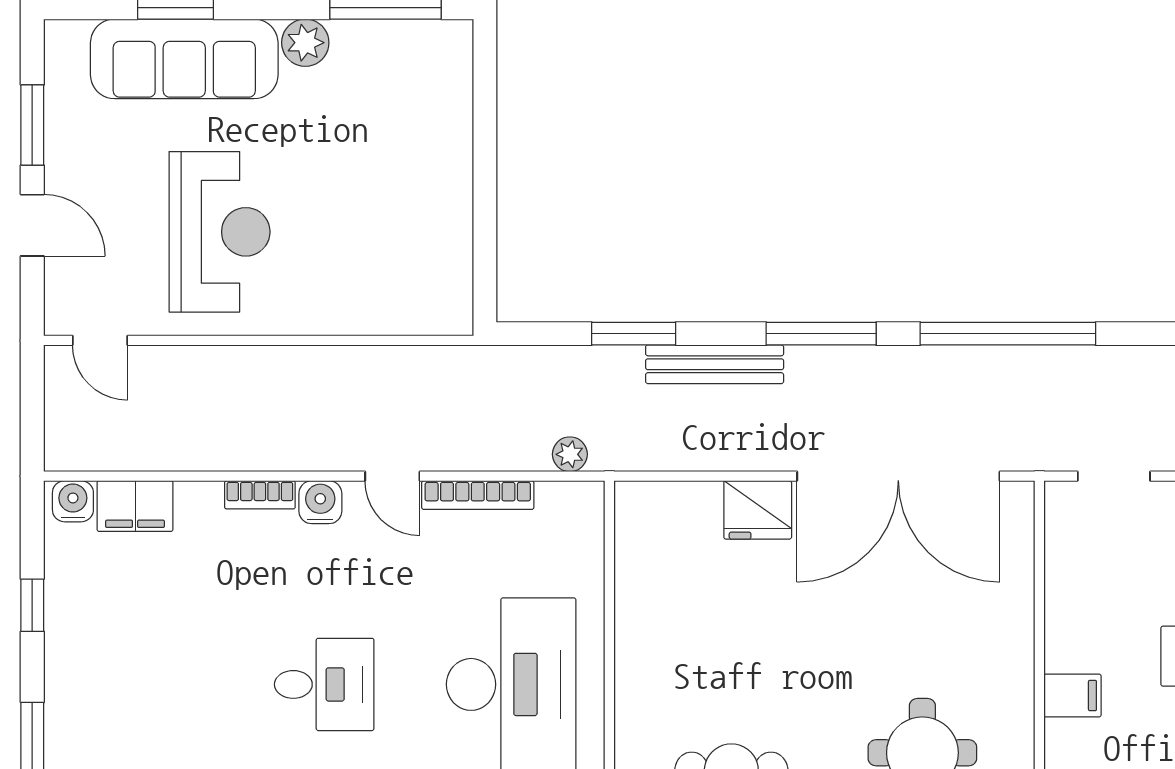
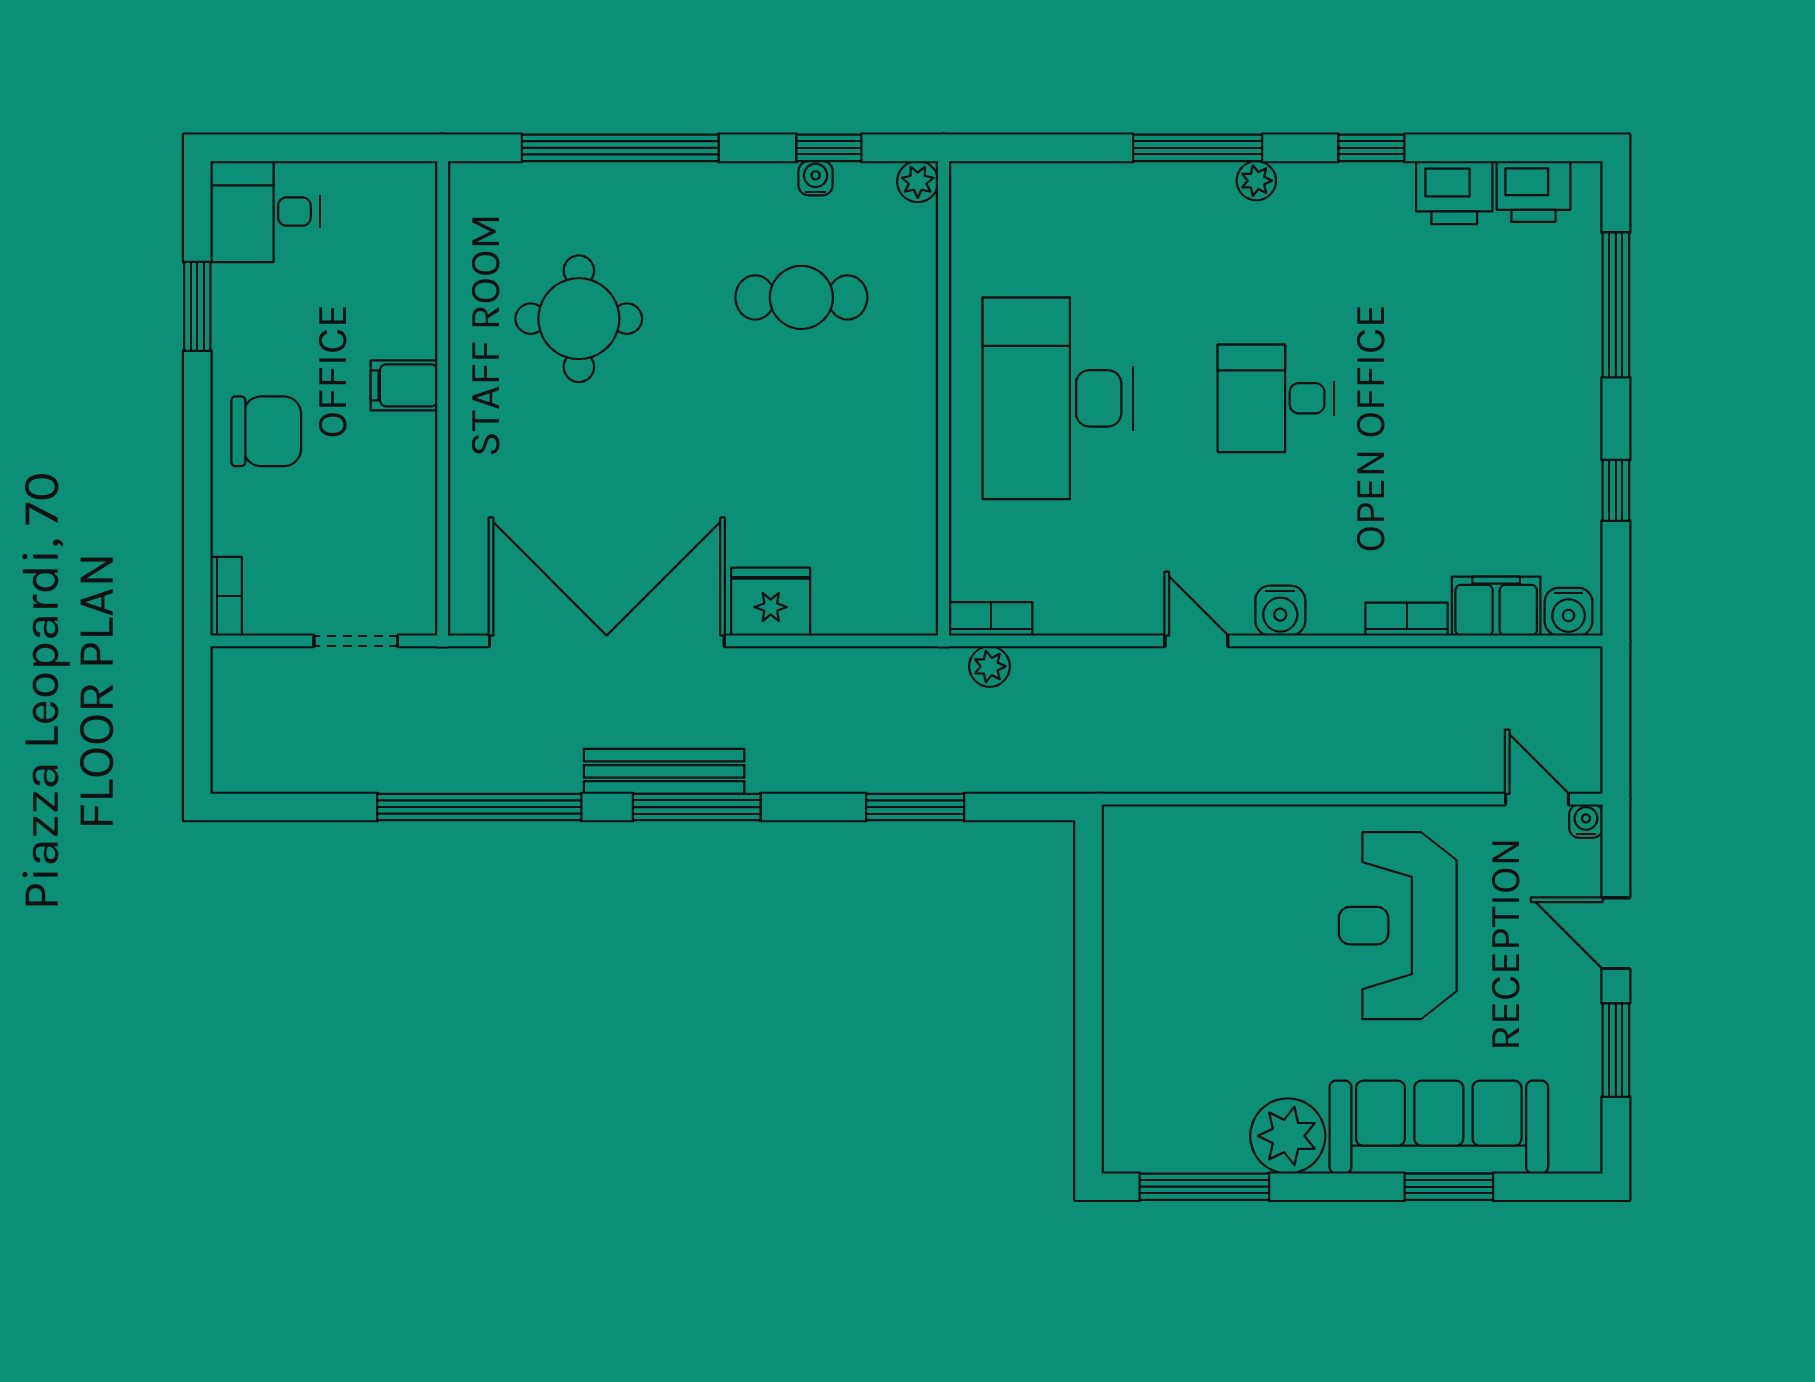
plant: (305, 43) -> (1288, 1136), width x1.36, depth x1.36
water cooler: (58, 322) -> (1586, 821), added
bench: (715, 364) -> (664, 771), moved
bookcase: (260, 495) -> (1407, 619), moved
bookcase: (478, 495) -> (991, 619), moved, width x0.64

